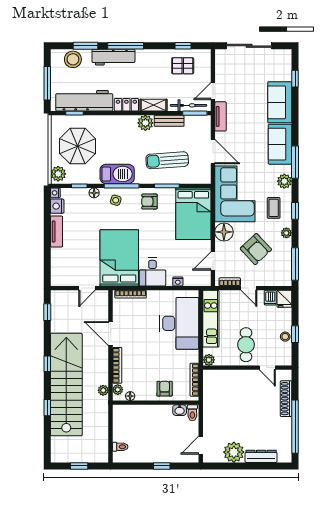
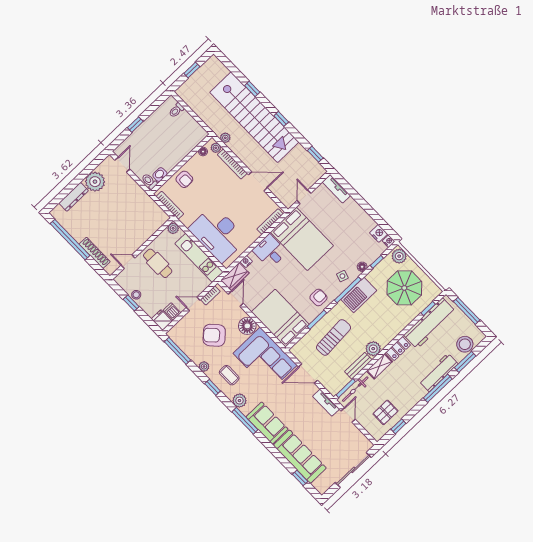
sofa: (280, 102) -> (300, 457), width x1.36
tv unit: (57, 232) -> (336, 189), moved
wardrobe: (197, 278) -> (235, 277), added

